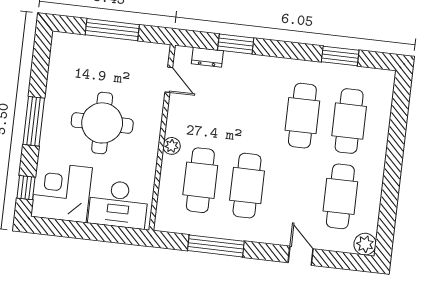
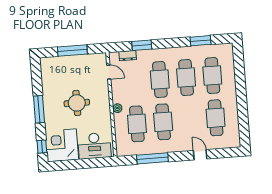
cafe table: (256, 110) -> (160, 80), added
round table: (102, 123) -> (77, 103), width x0.73, depth x0.73
plant: (365, 244) -> (234, 141), removed

